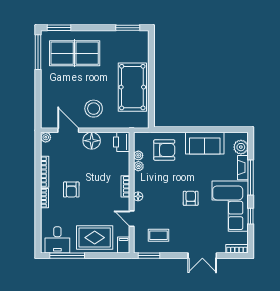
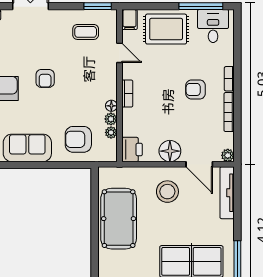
tv unit: (46, 108) -> (227, 193), added
armchair: (71, 190) -> (196, 89), turned -90
floor lamp: (138, 196) -> (111, 106), moved

